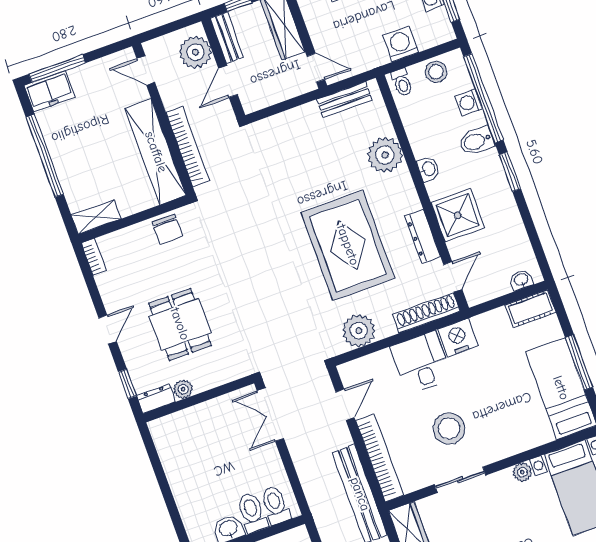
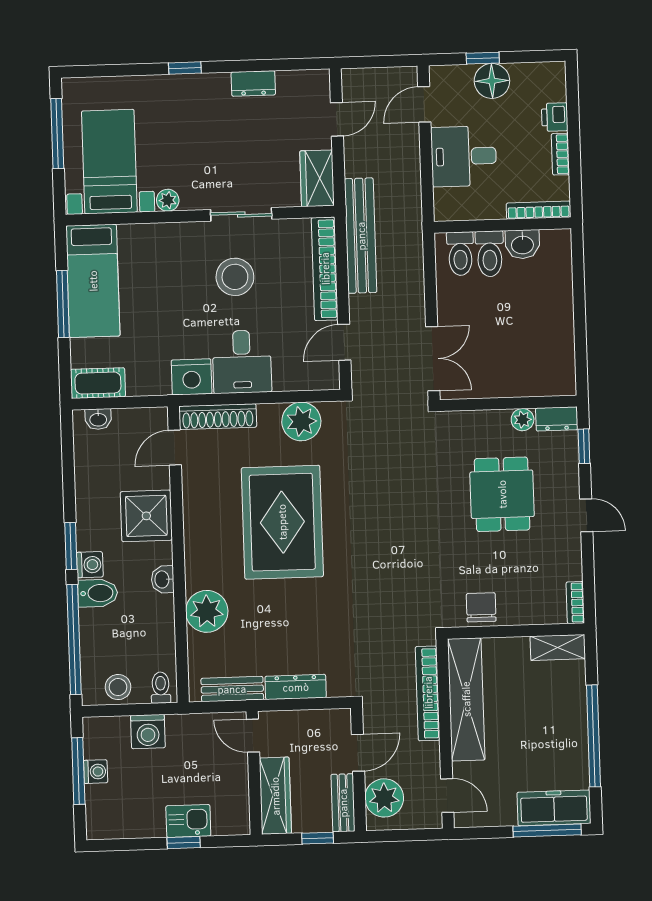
freezer: (49, 91) -> (554, 808), width x1.40
washing machine: (469, 102) -> (90, 565), moved
dresser: (423, 236) -> (296, 687), moved, turned -90
door: (108, 330) -> (586, 515), swing flipped

